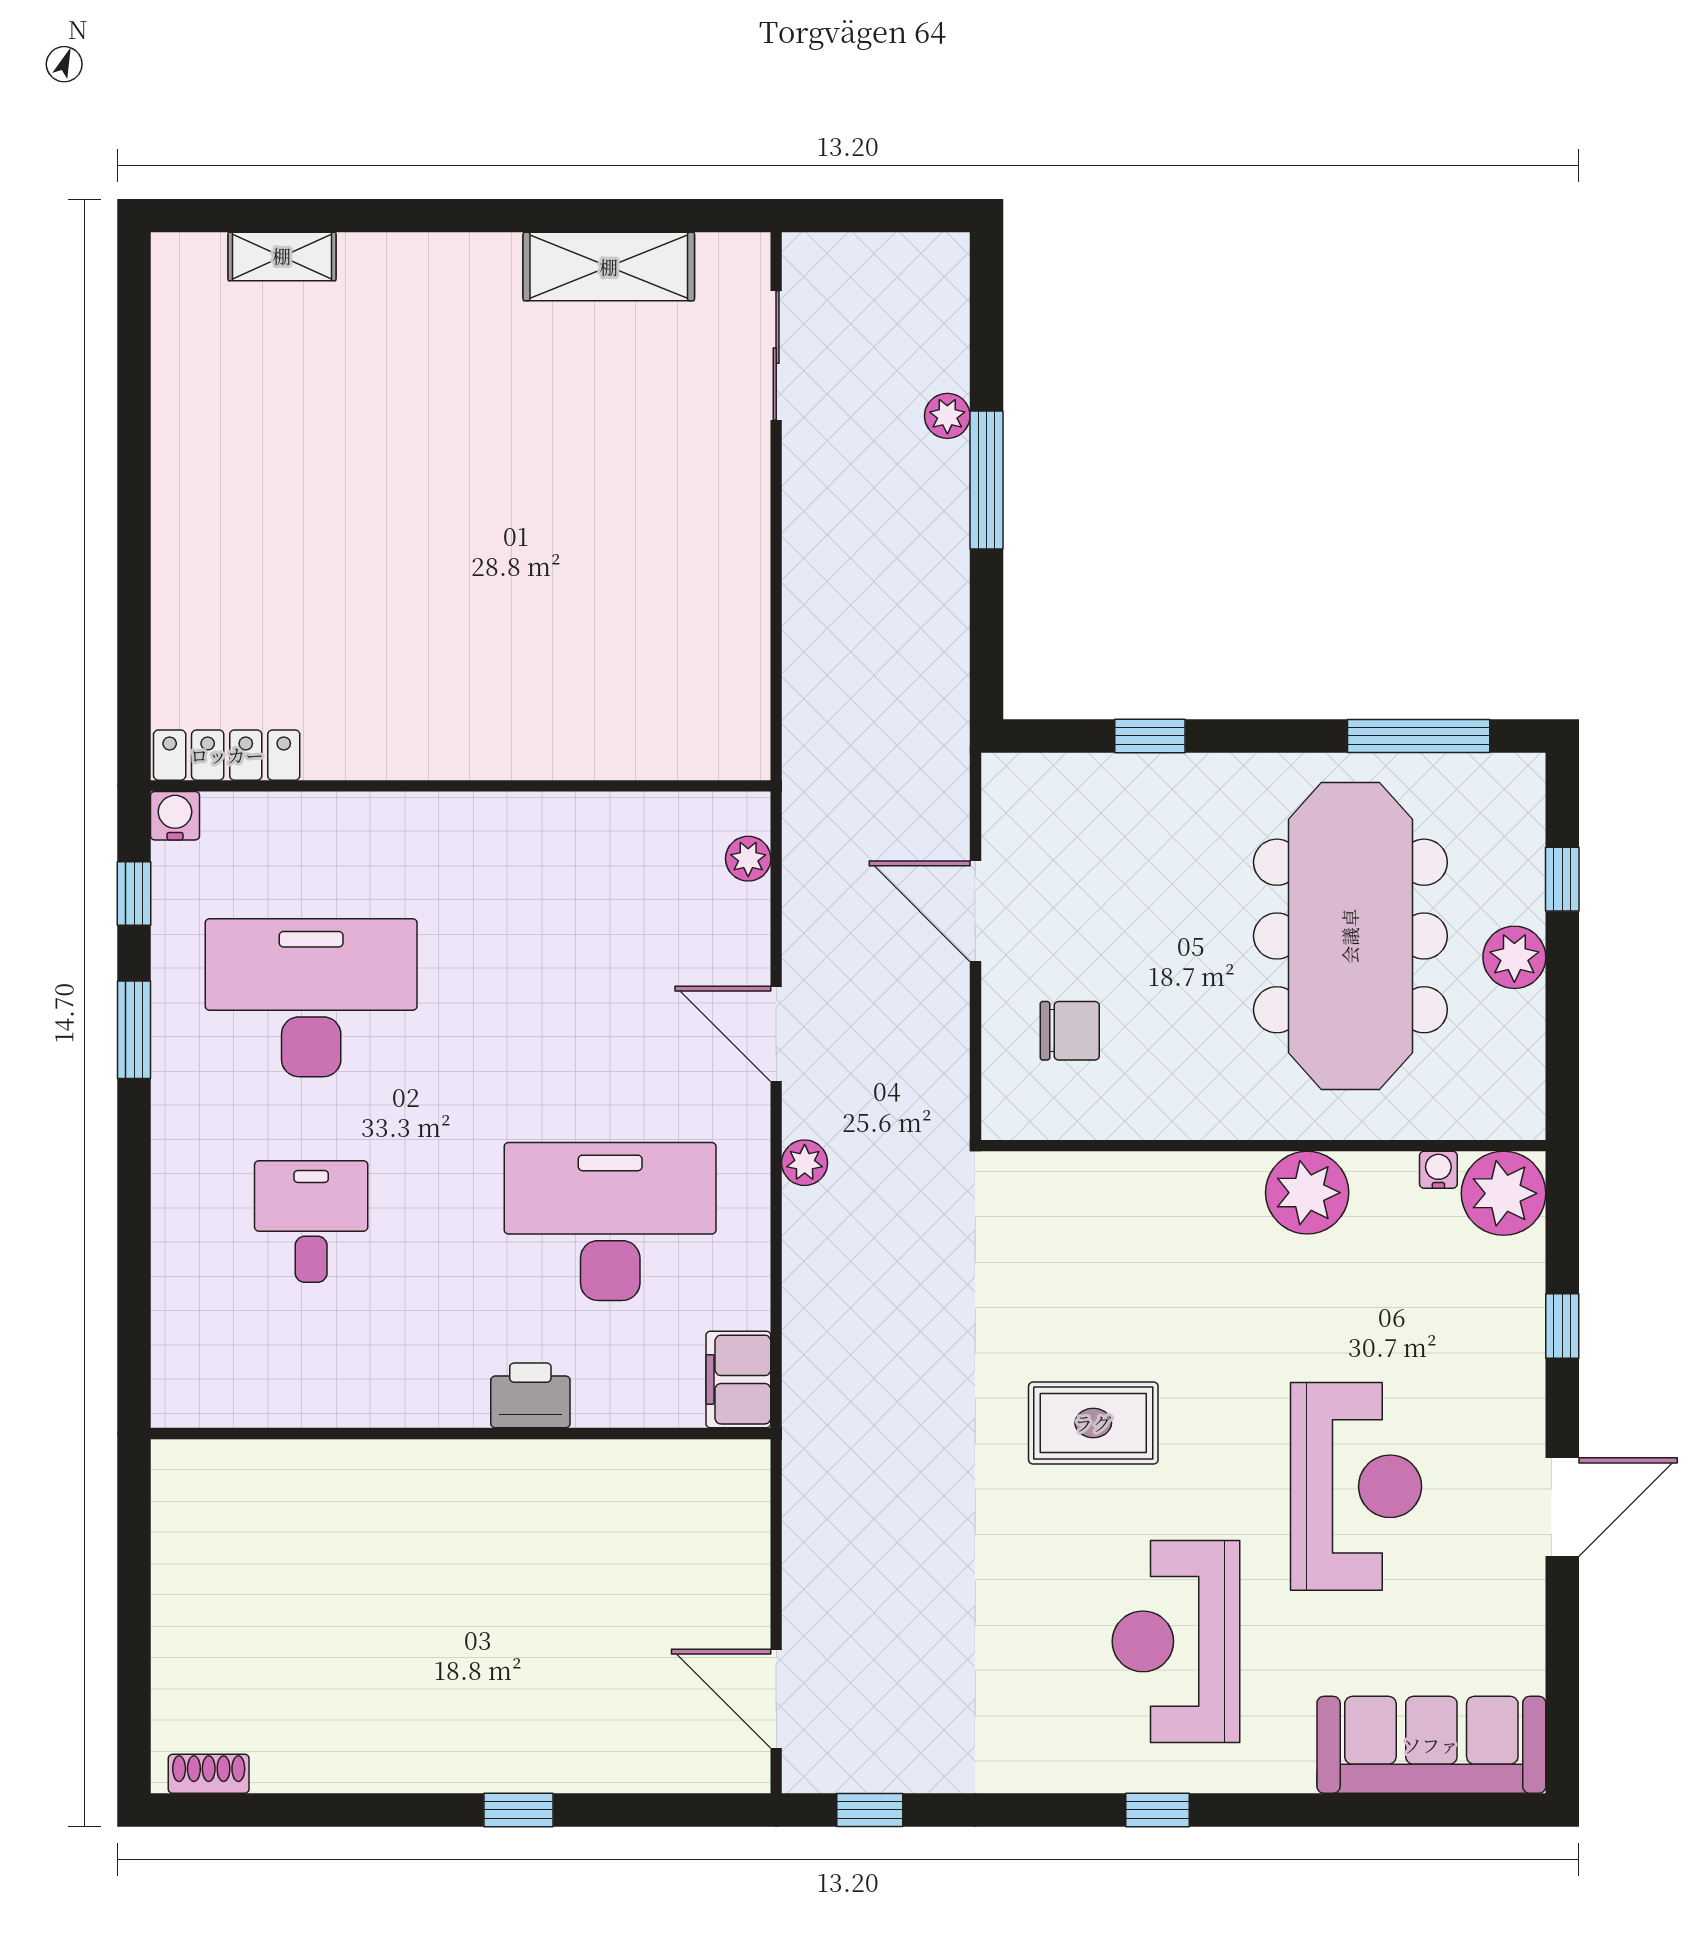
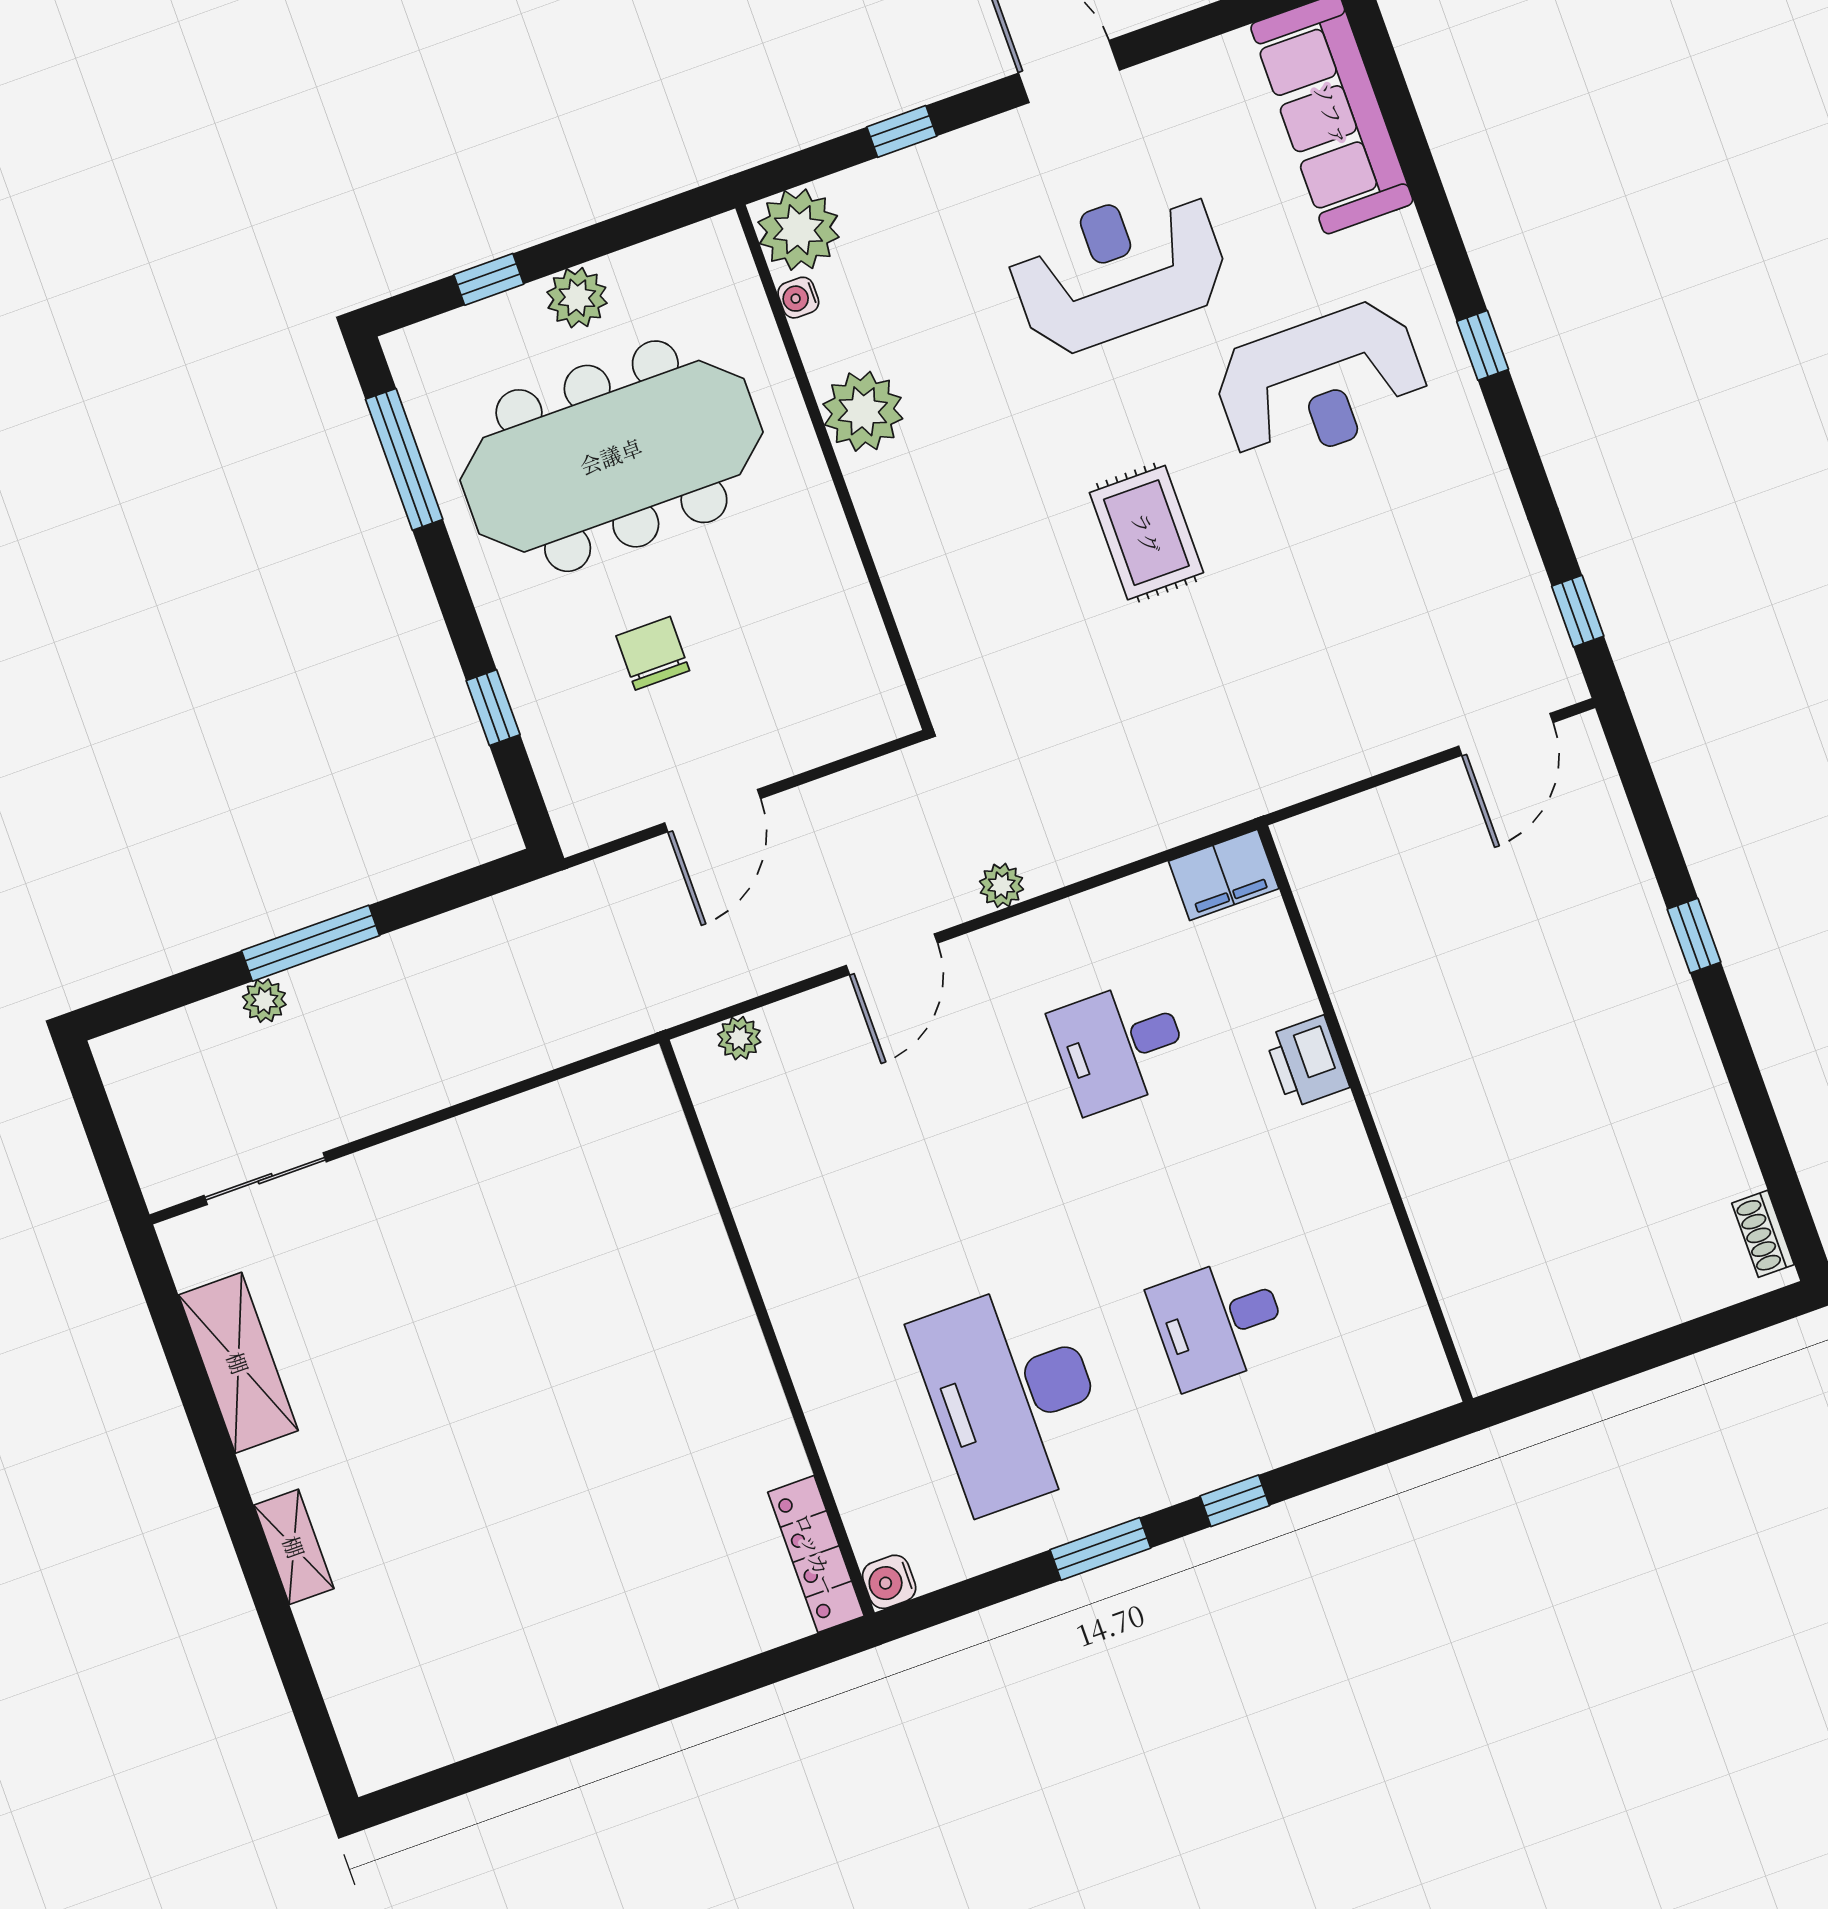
shelving: (282, 256) -> (294, 1547), moved
window: (134, 894) -> (1235, 1501), moved
chair: (1070, 1031) -> (653, 653), moved
desk: (610, 1222) -> (1120, 1046), width x0.53, depth x0.77

